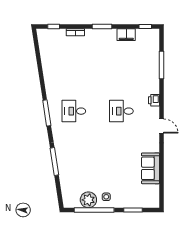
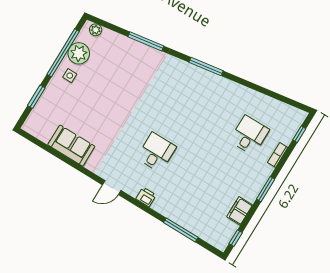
desk: (74, 111) -> (249, 135), moved
plant: (67, 198) -> (96, 30), added

